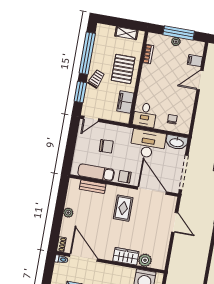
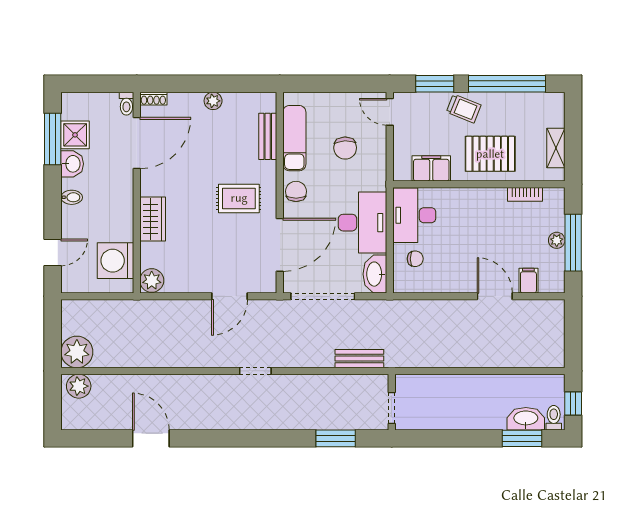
desk: (145, 115) -> (414, 215), width x1.37
plant: (145, 260) -> (152, 281), moved

